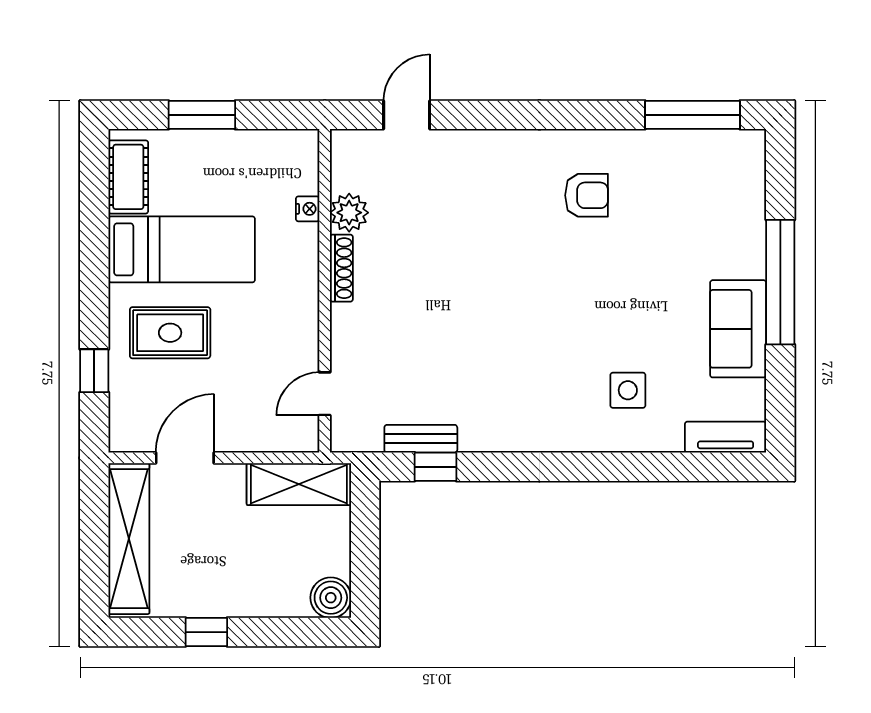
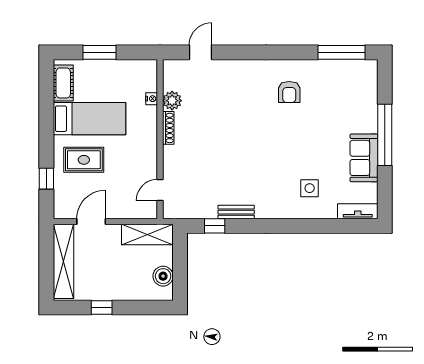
armchair: (587, 195) -> (289, 92), turned 90
bench: (421, 439) -> (236, 212), moved
boiler: (331, 598) -> (163, 276), moved

